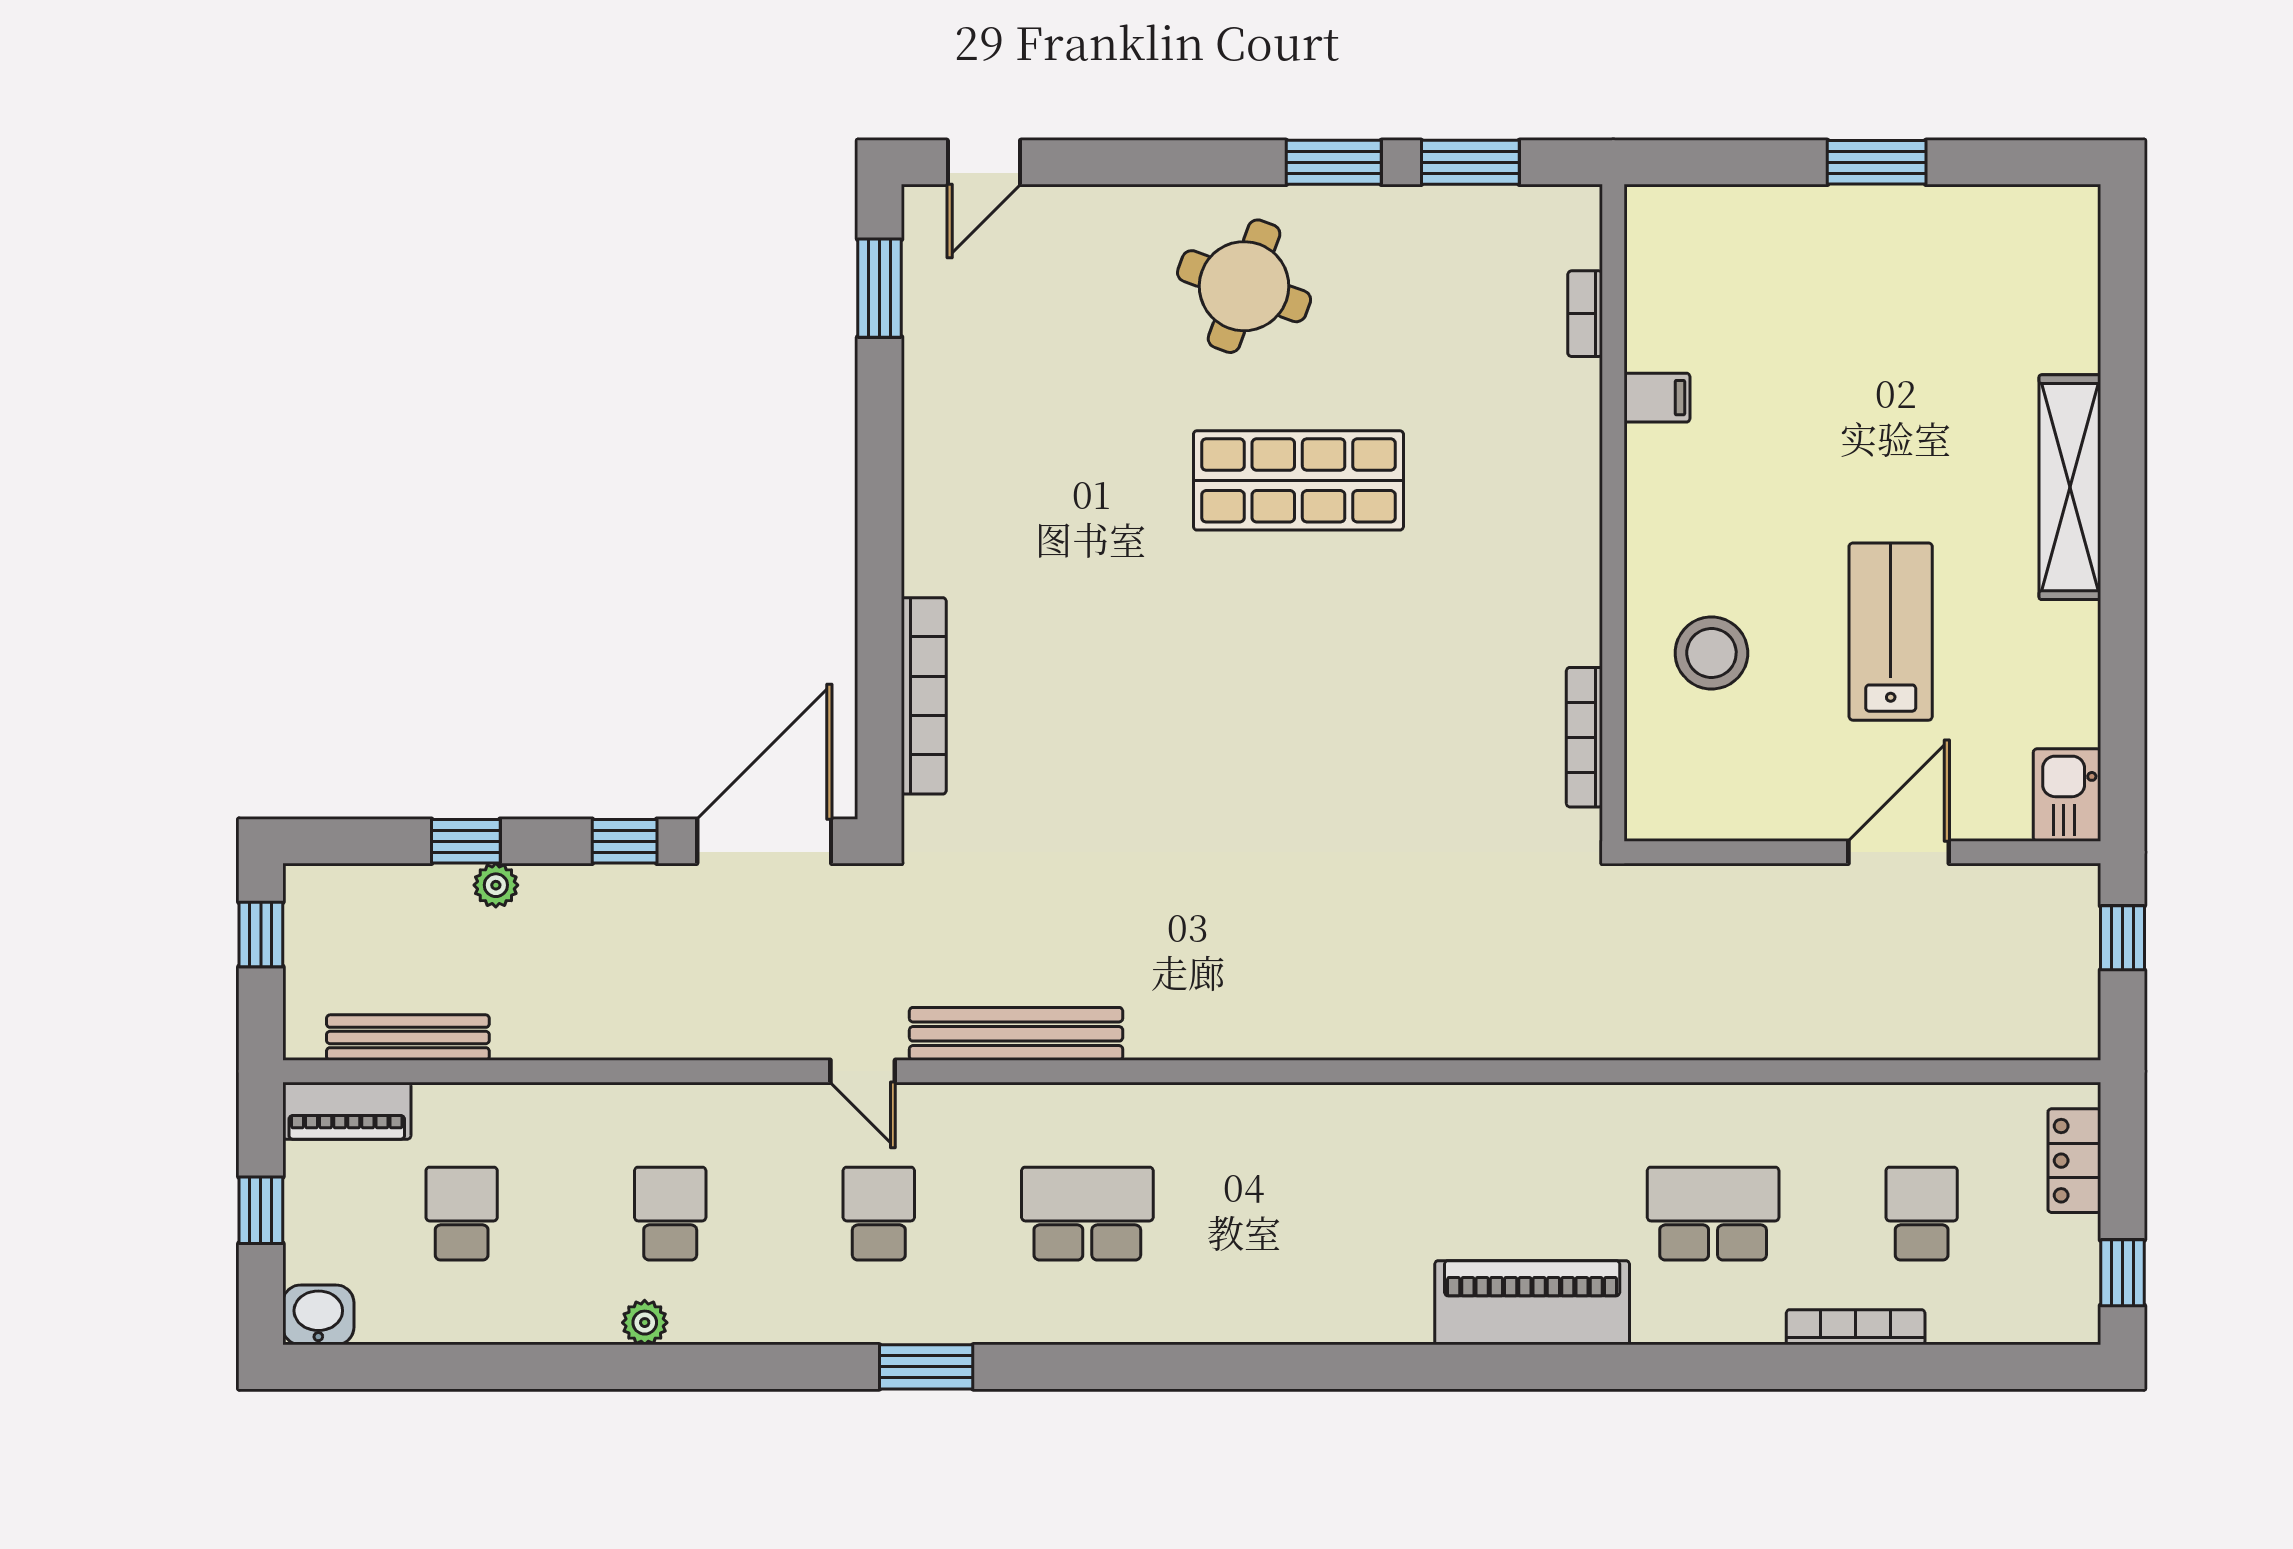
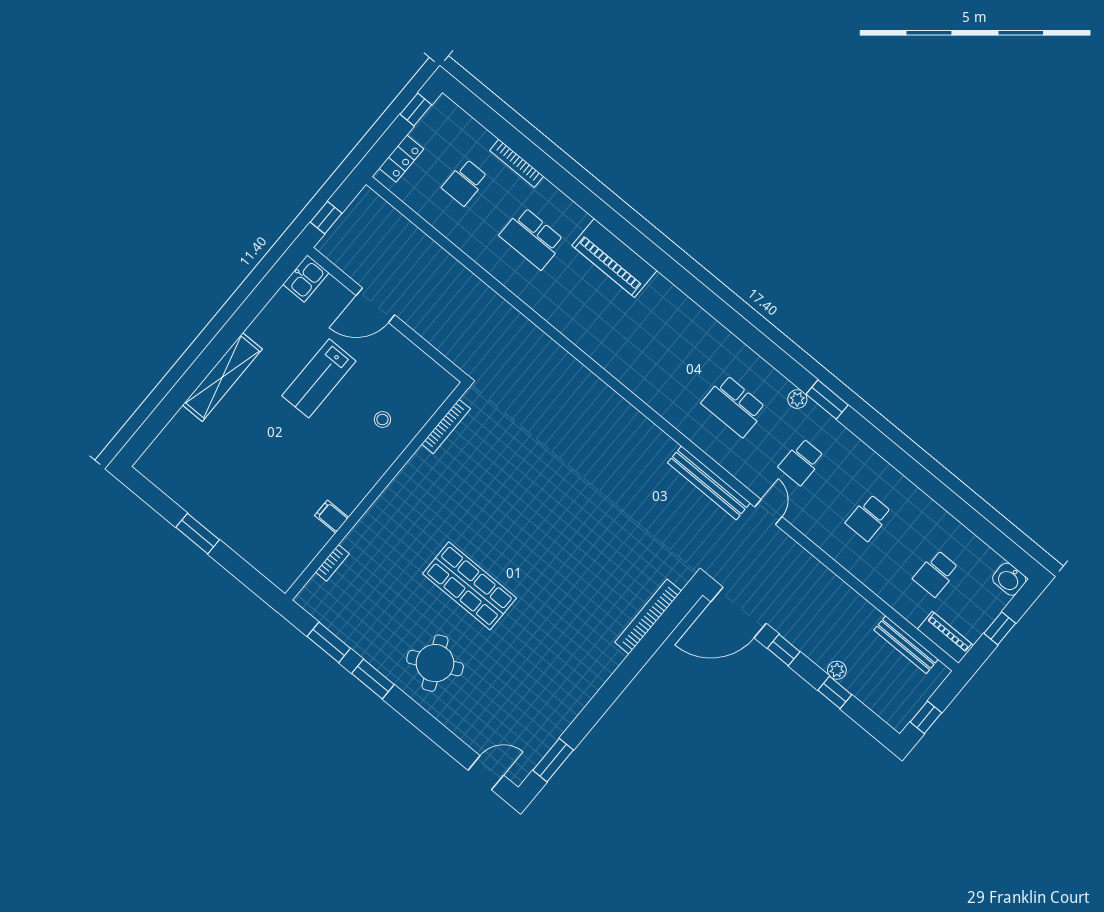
round table: (1244, 286) -> (435, 663), turned 45
stool: (1711, 653) -> (382, 420), width x0.53, depth x0.53
plant: (645, 1323) -> (797, 399), moved

